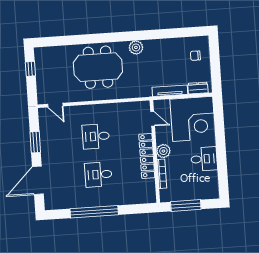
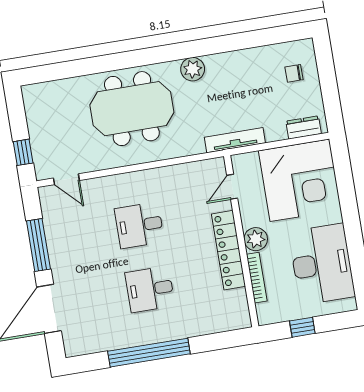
window: (30, 69) -> (23, 152), moved
tv unit: (170, 91) -> (235, 140), moved
door: (153, 119) -> (232, 187), swing flipped
window: (35, 142) -> (38, 245), width x1.44
desk: (204, 159) -> (322, 264), width x1.87, depth x1.30
window: (186, 205) -> (302, 327), width x0.46

